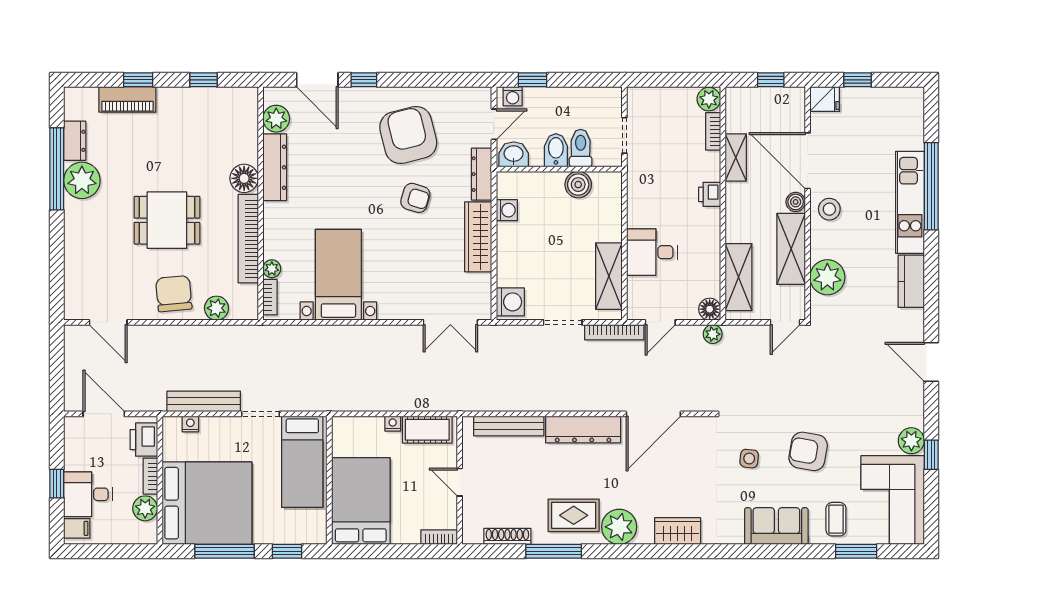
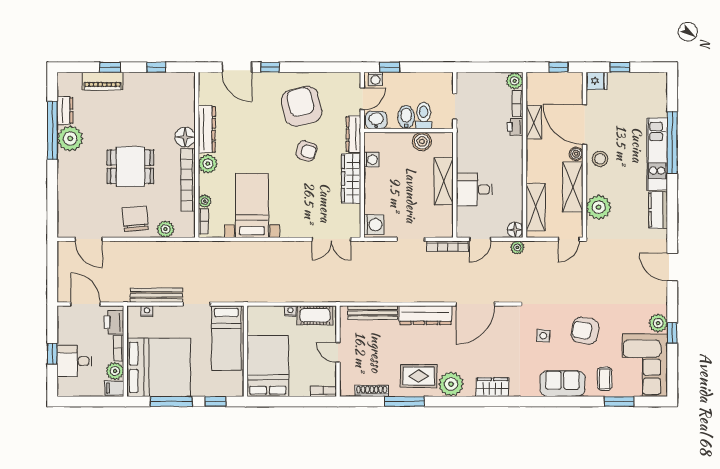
plant: (276, 119) -> (208, 164), moved
printer: (710, 194) -> (515, 127), moved
shelving: (609, 276) -> (444, 181), moved
filing cabinet: (77, 528) -> (114, 388), moved, turned 180

